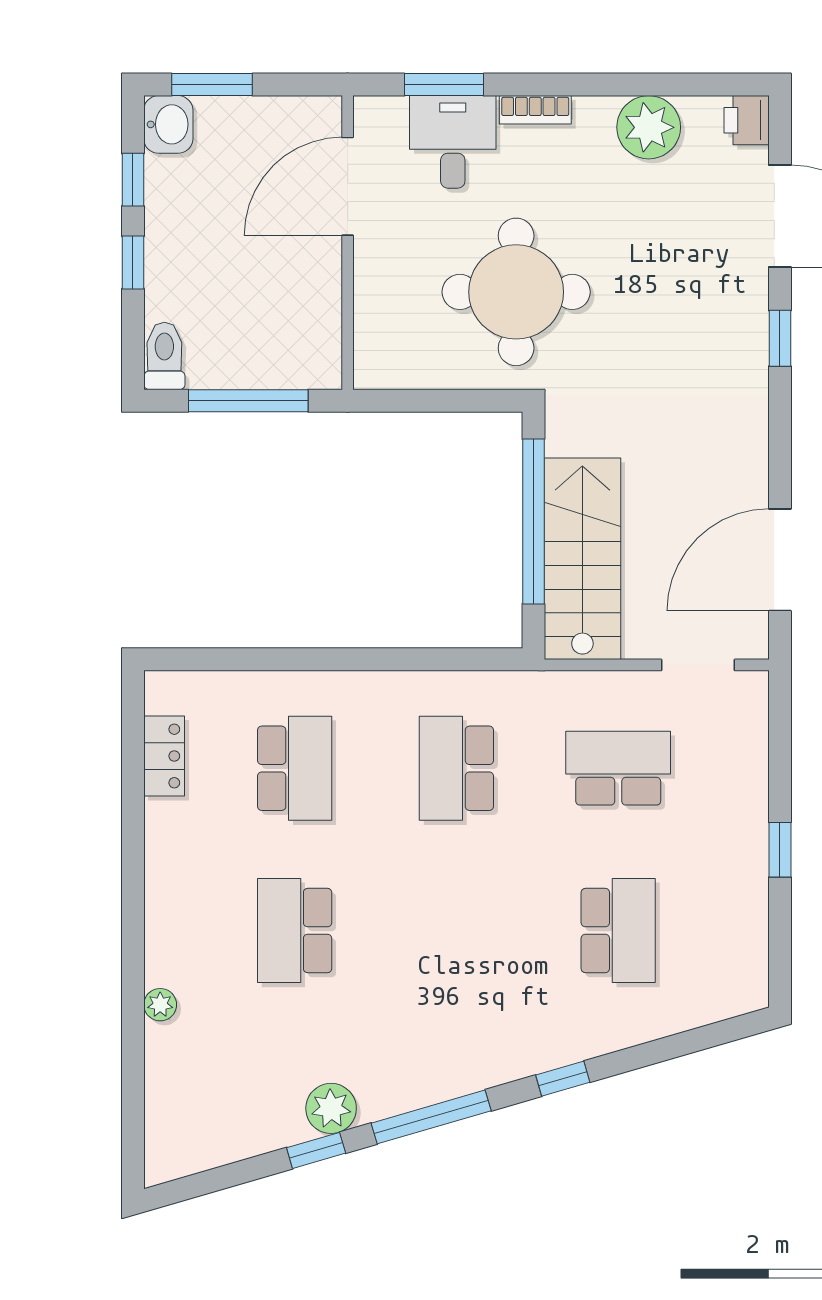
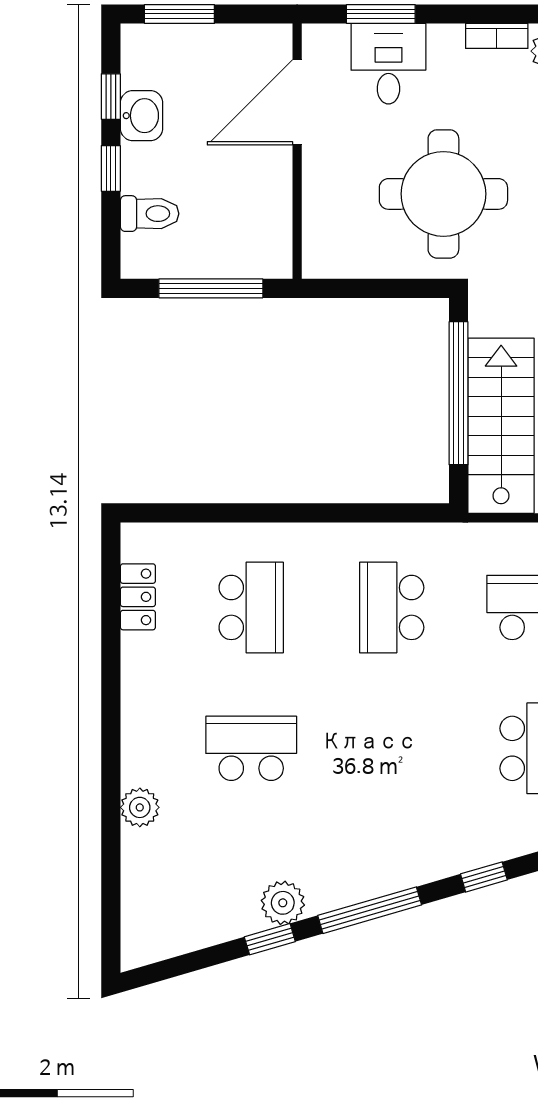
bookcase: (535, 110) -> (497, 36), moved
washbasin: (168, 124) -> (142, 116), moved
toilet: (164, 356) -> (150, 214), moved, turned 90
school desk: (295, 930) -> (251, 748), turned 90
plant: (160, 1005) -> (140, 807), width x1.38, depth x1.38

